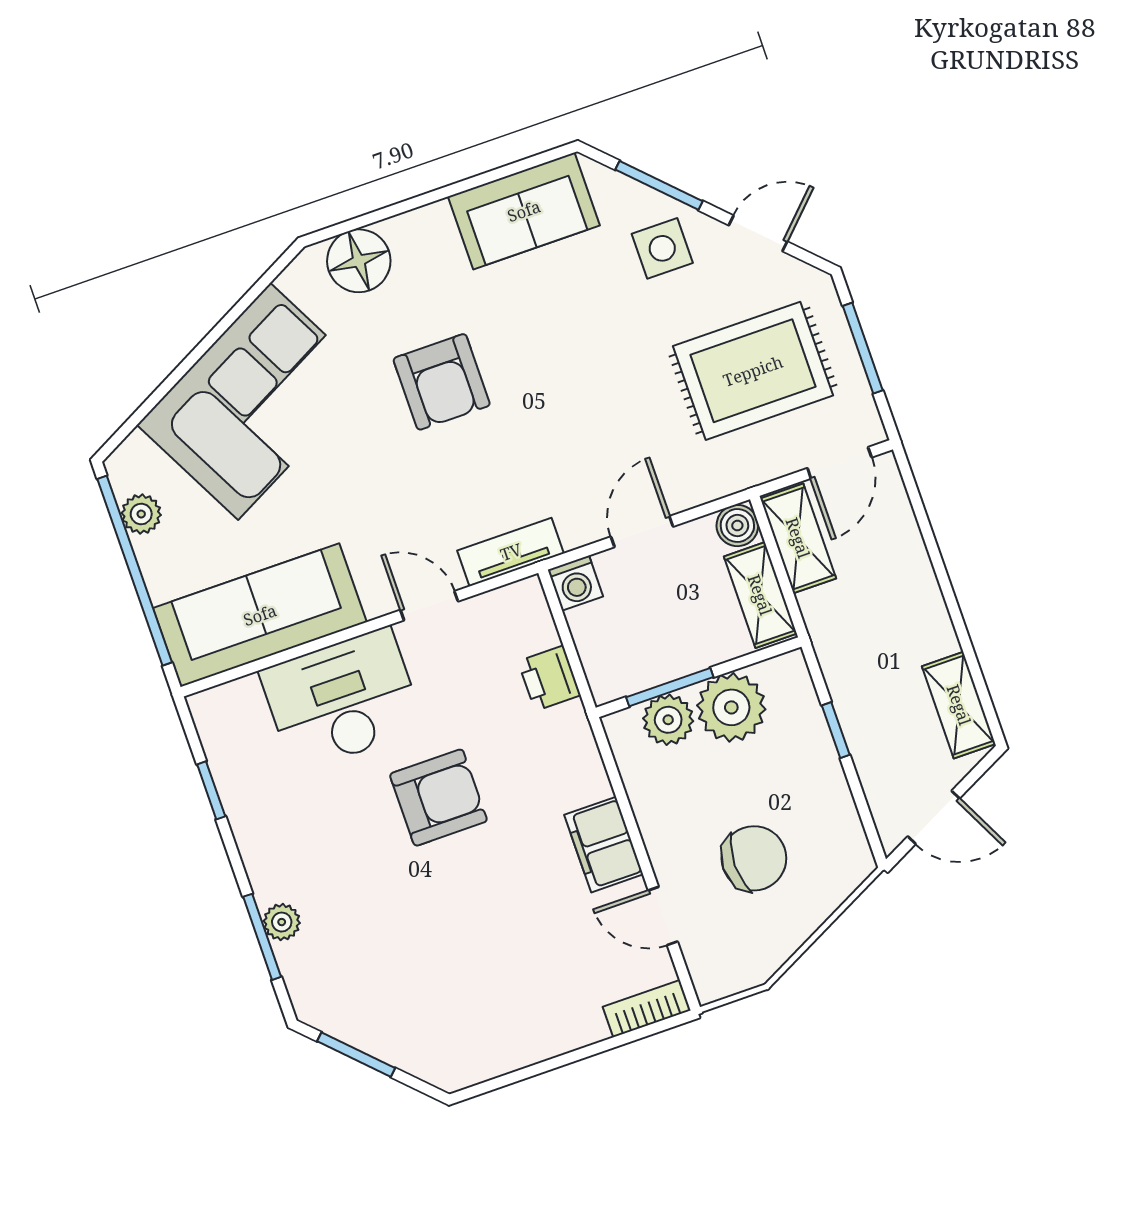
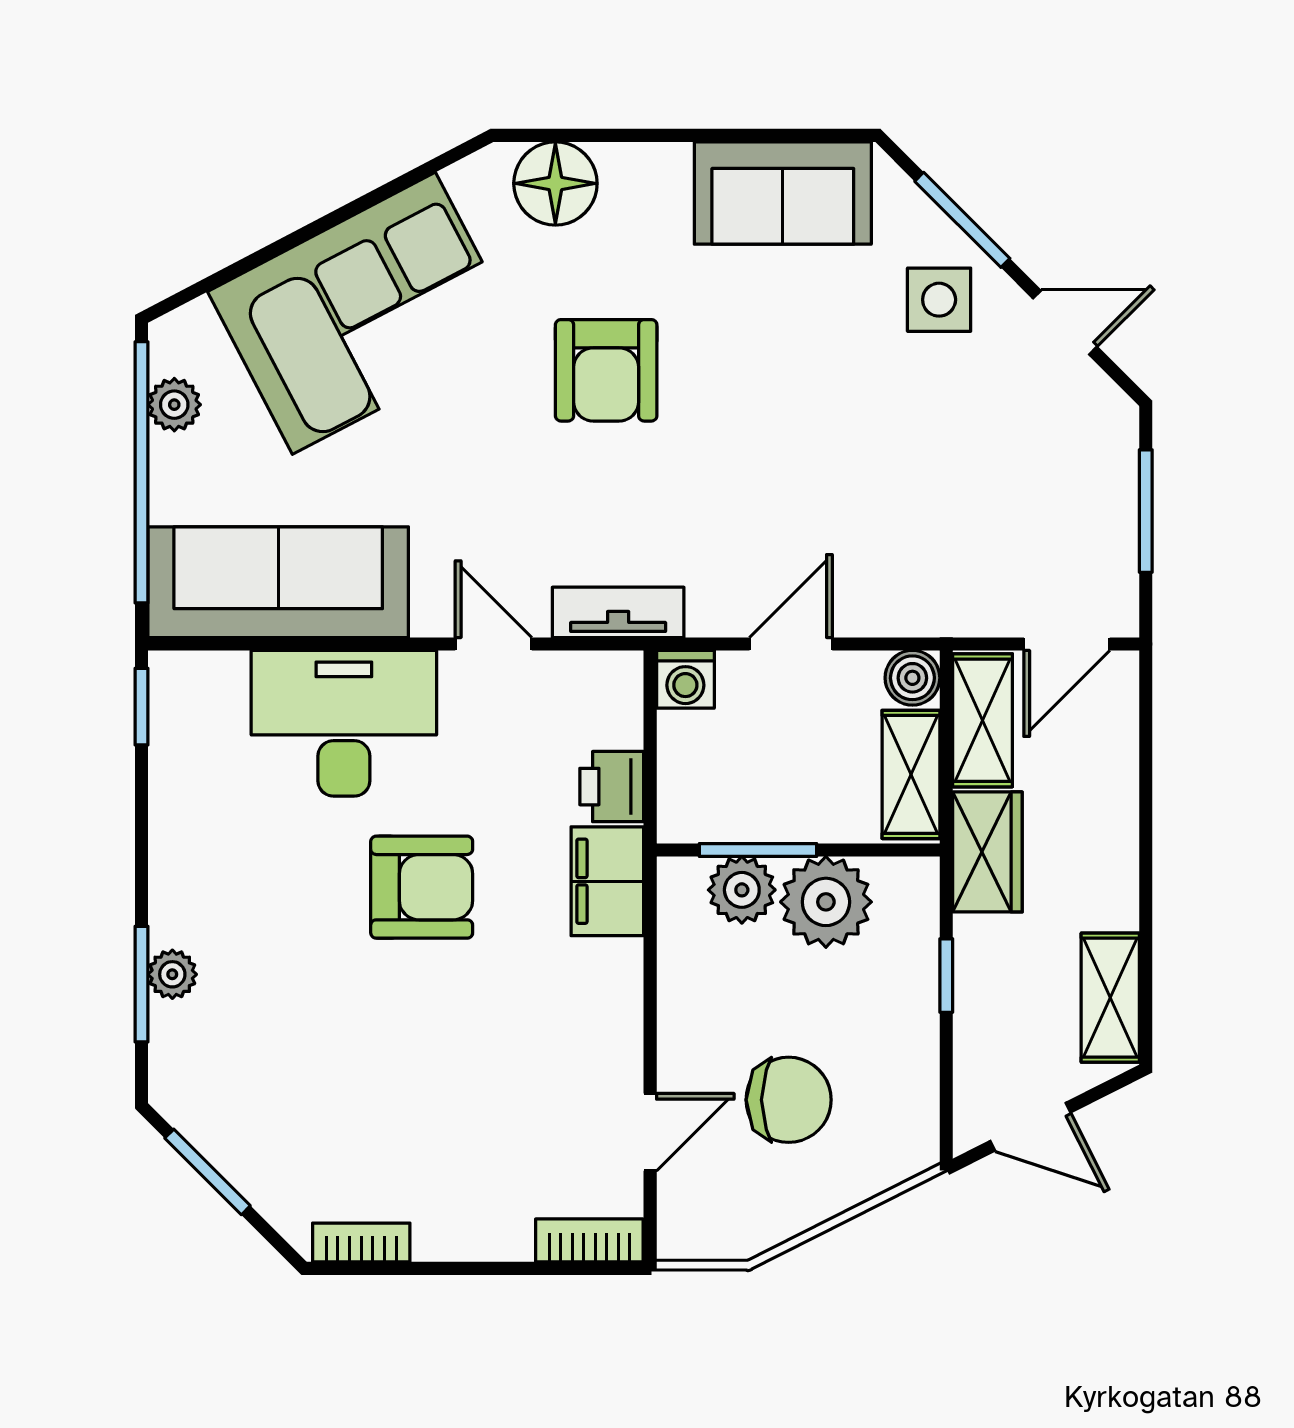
rug: (753, 371) -> (999, 492), removed
wardrobe: (834, 631) -> (987, 852), added
window: (211, 790) -> (142, 707), moved
filing cabinet: (604, 845) -> (607, 881), moved
door: (663, 916) -> (650, 1132), swing flipped
bookcase: (484, 1067) -> (361, 1243), added

